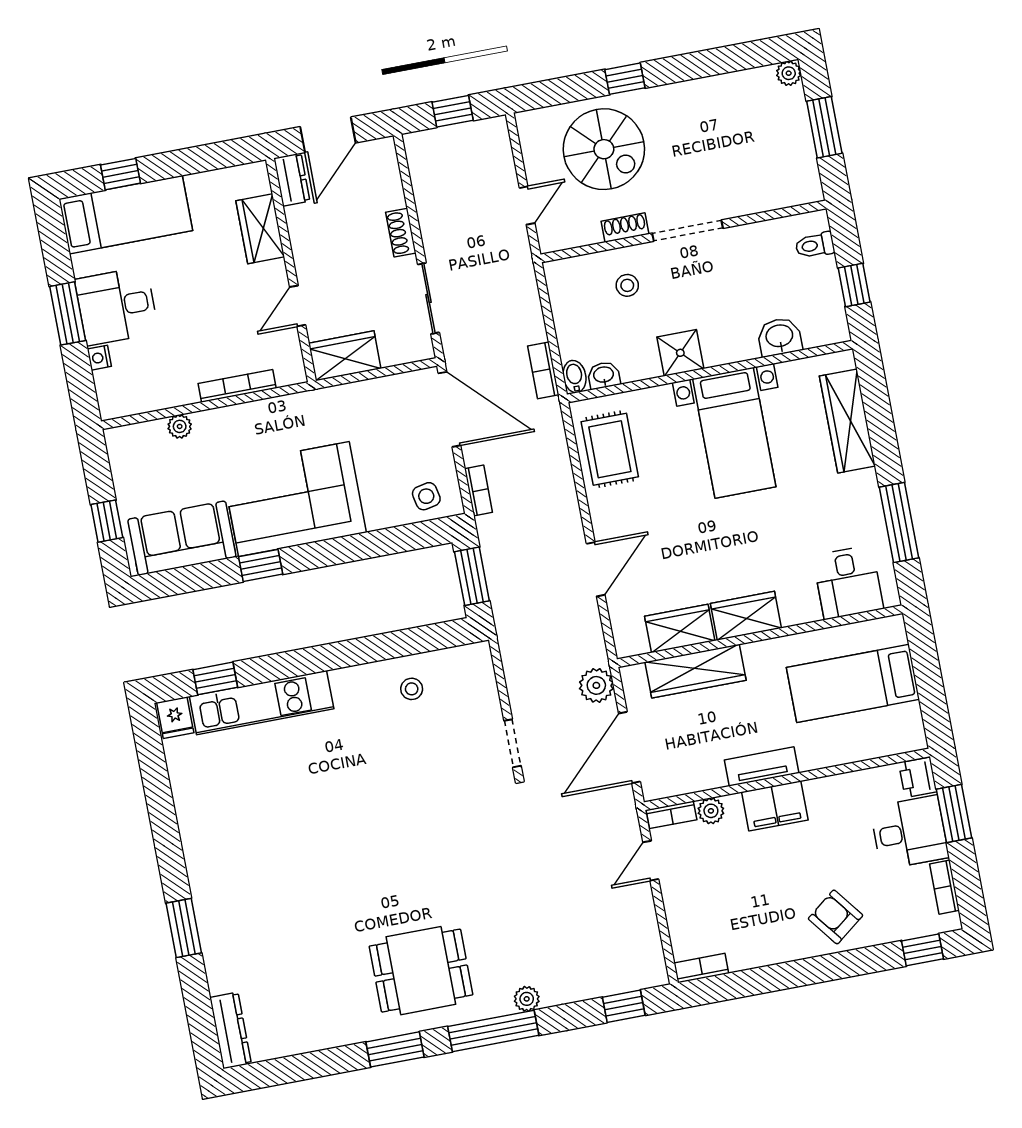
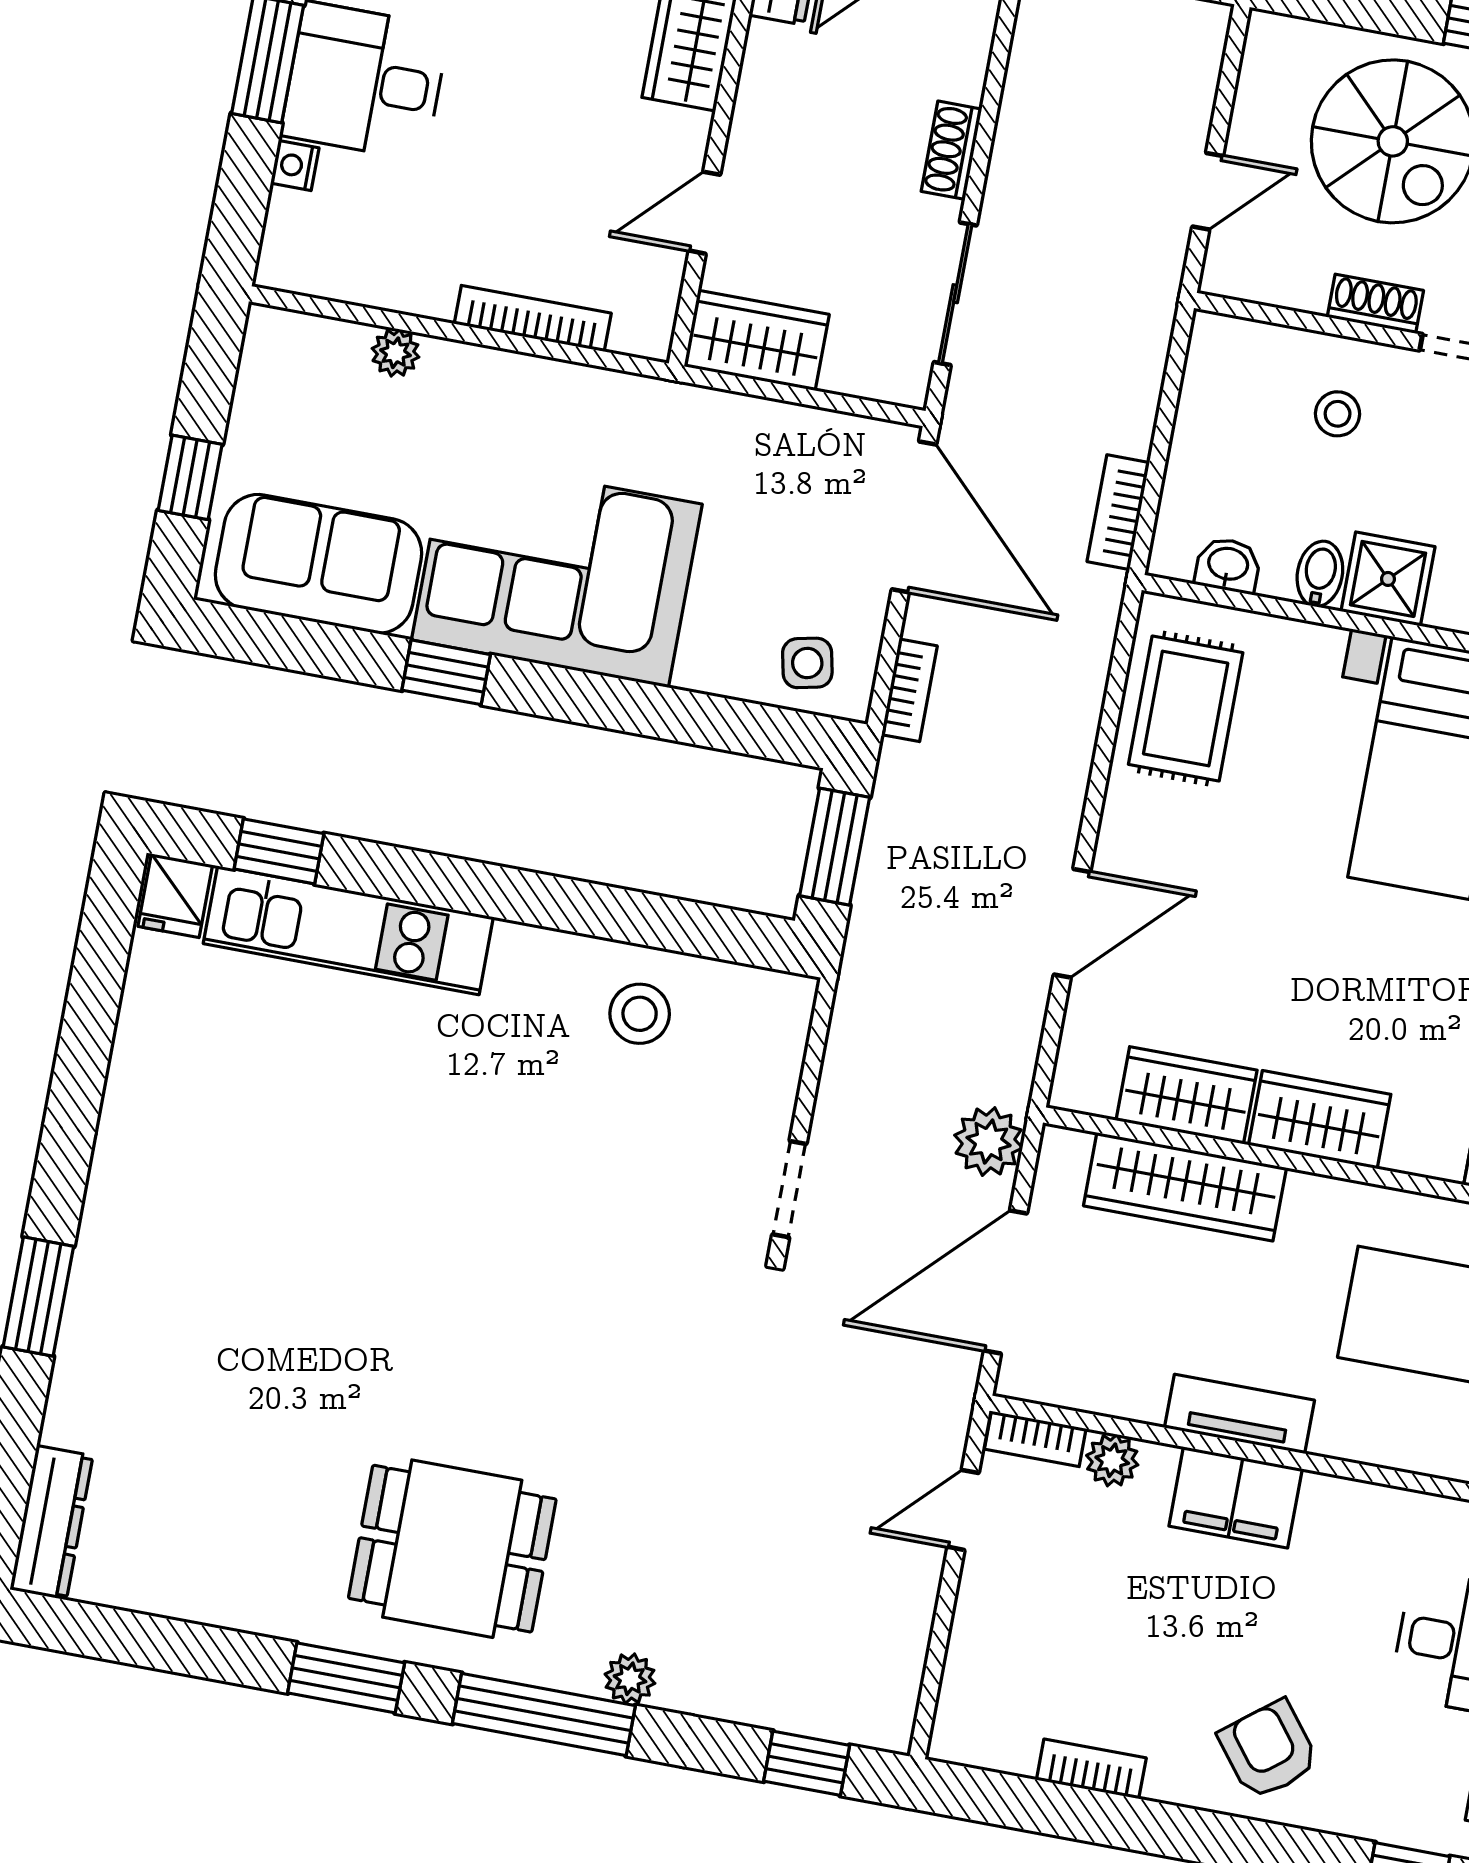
bidet: (575, 377) -> (1320, 574), moved
stool: (412, 689) -> (640, 1014), width x1.37, depth x1.37
bookcase: (701, 968) -> (1091, 1769), moved

